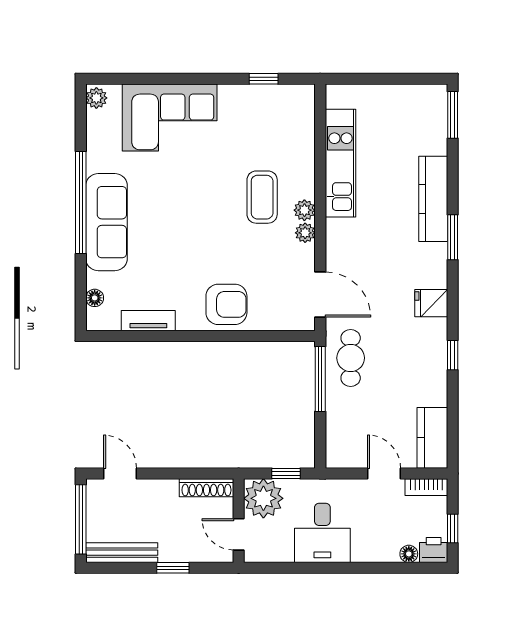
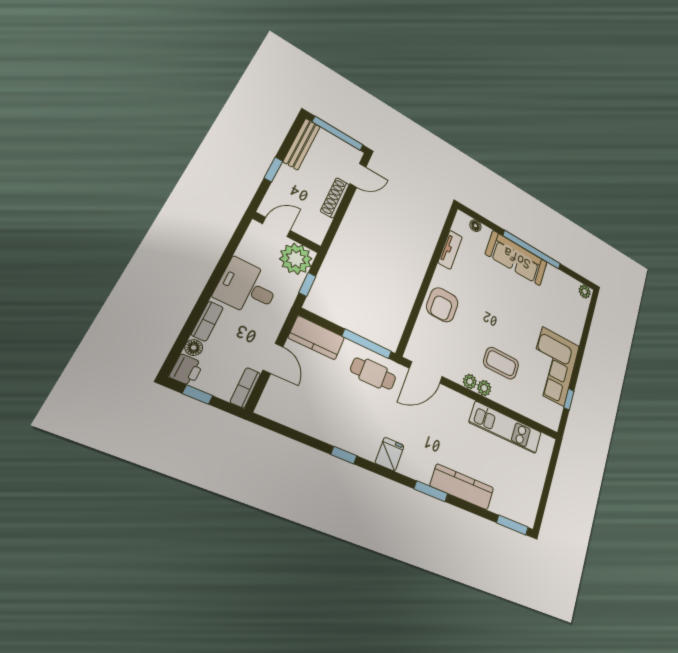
corner sofa: (170, 118) -> (553, 366), moved
kitchen counter: (432, 438) -> (317, 338), moved, turned 180
door: (384, 474) -> (273, 358), hinge flipped
shoe rack: (206, 488) -> (335, 198), moved
bookcase: (377, 554) -> (207, 321), added

